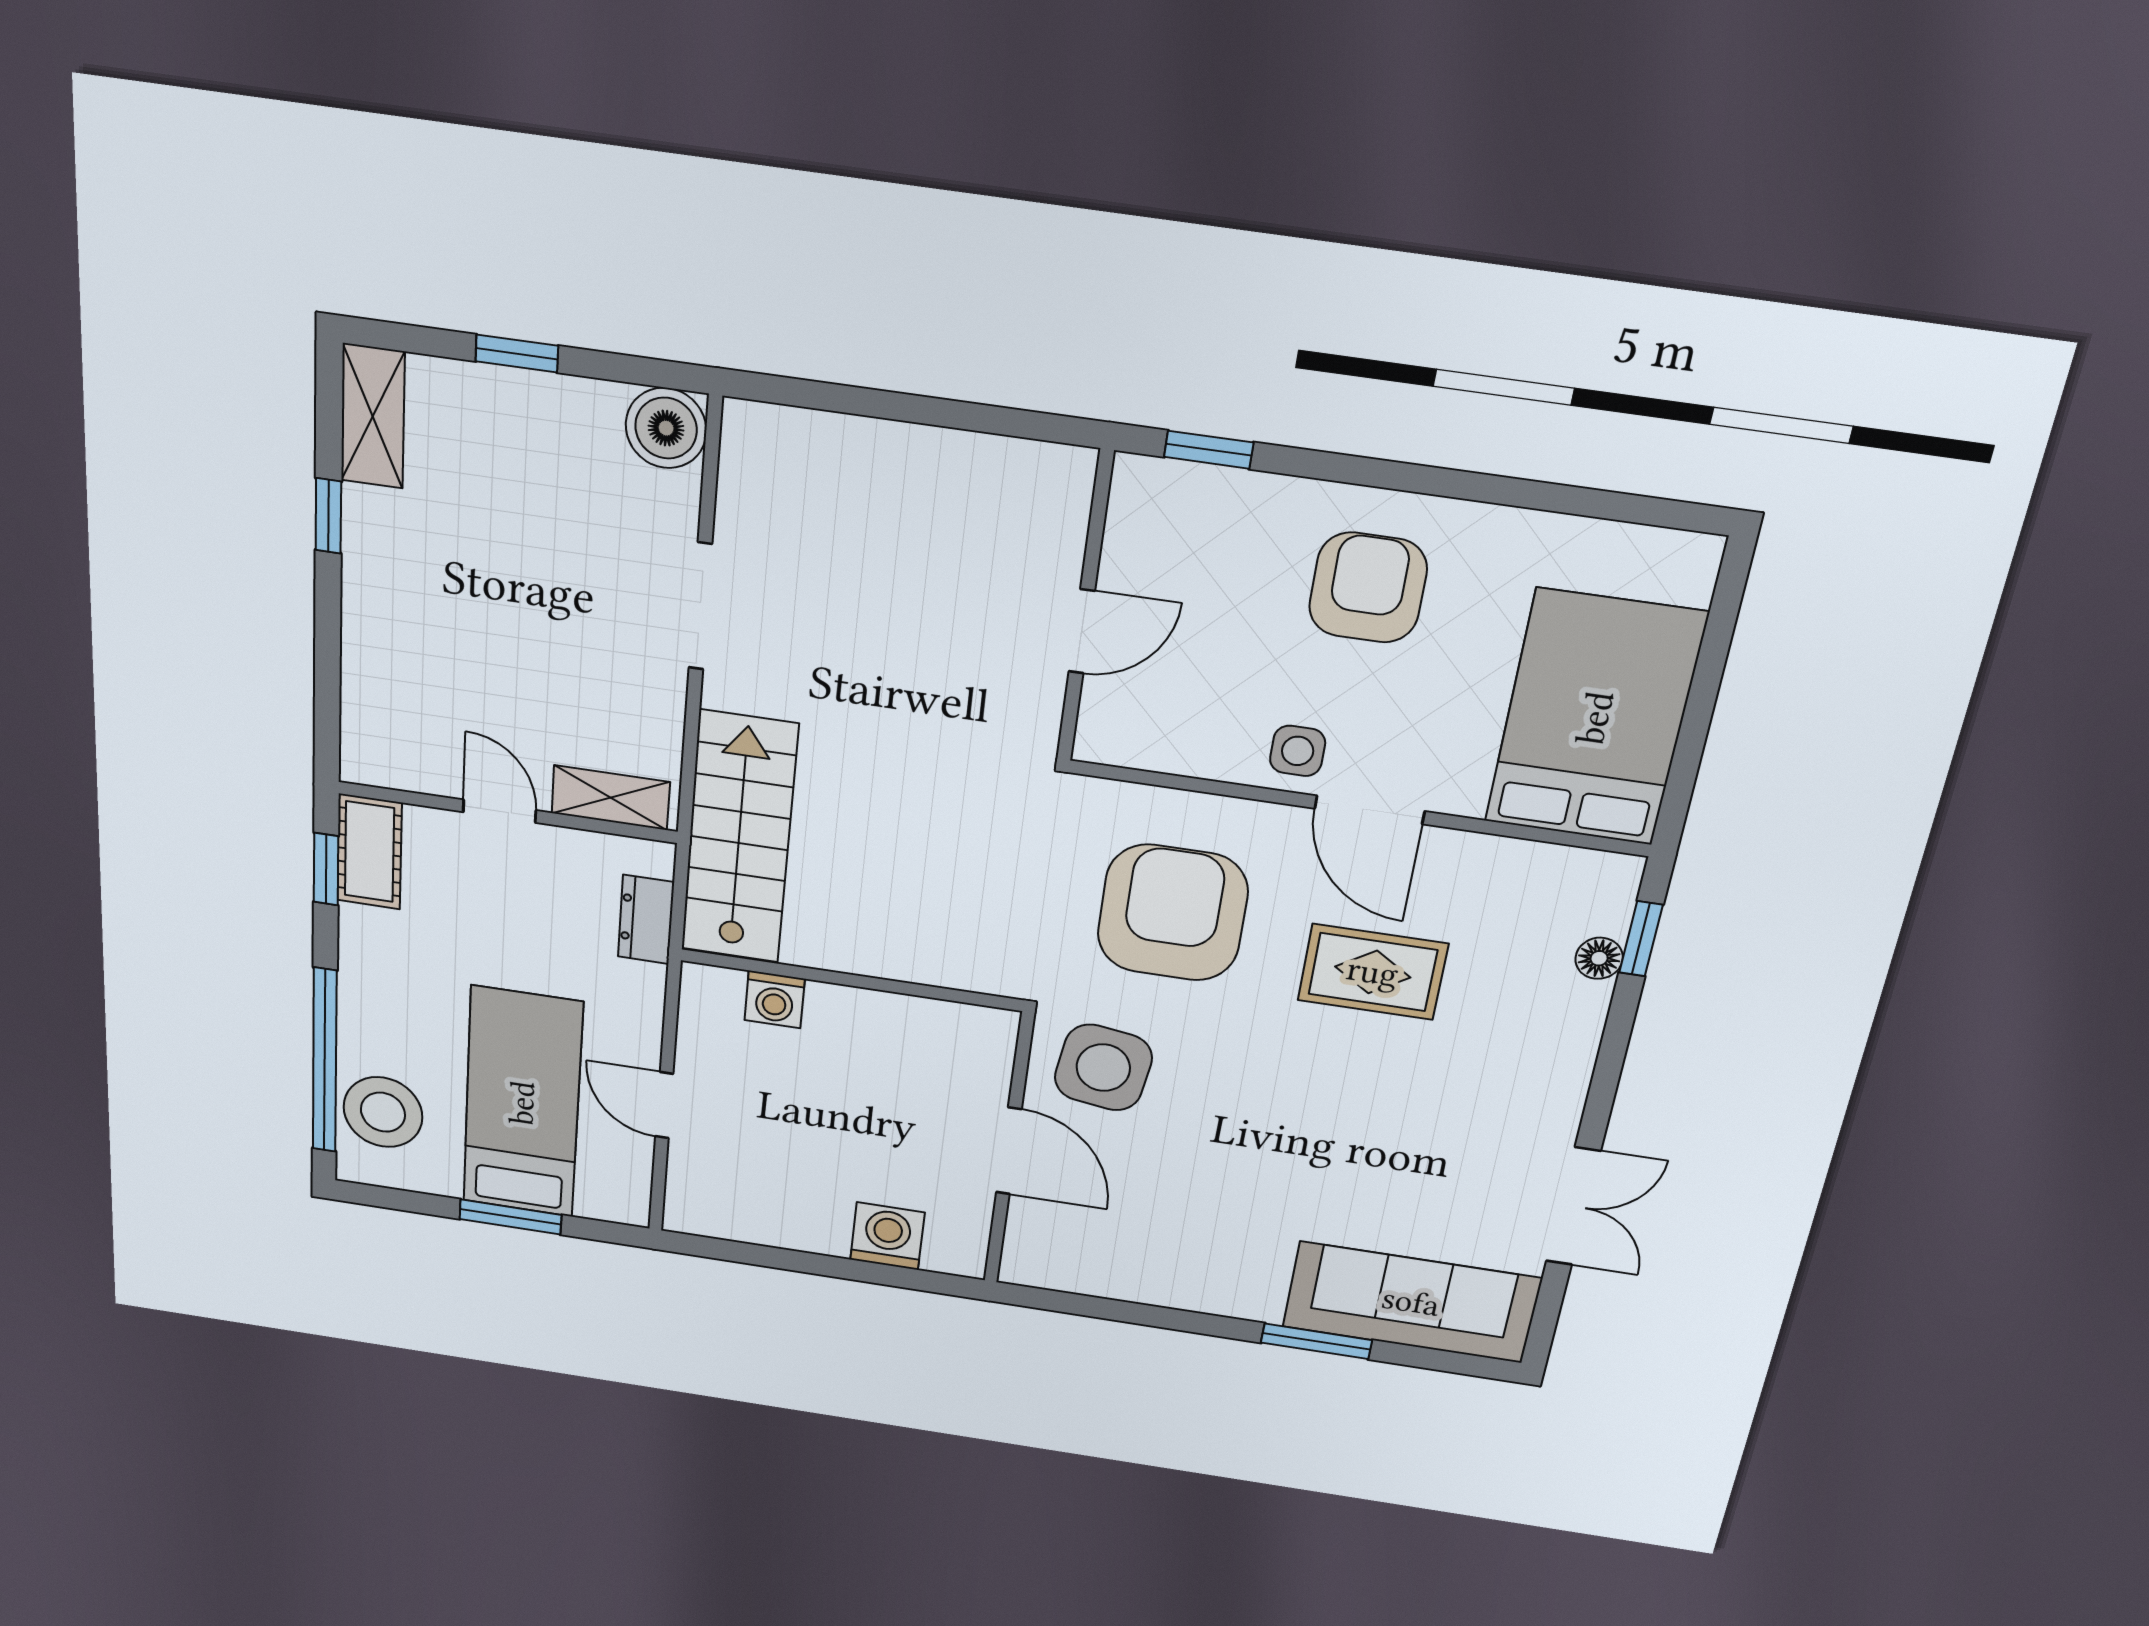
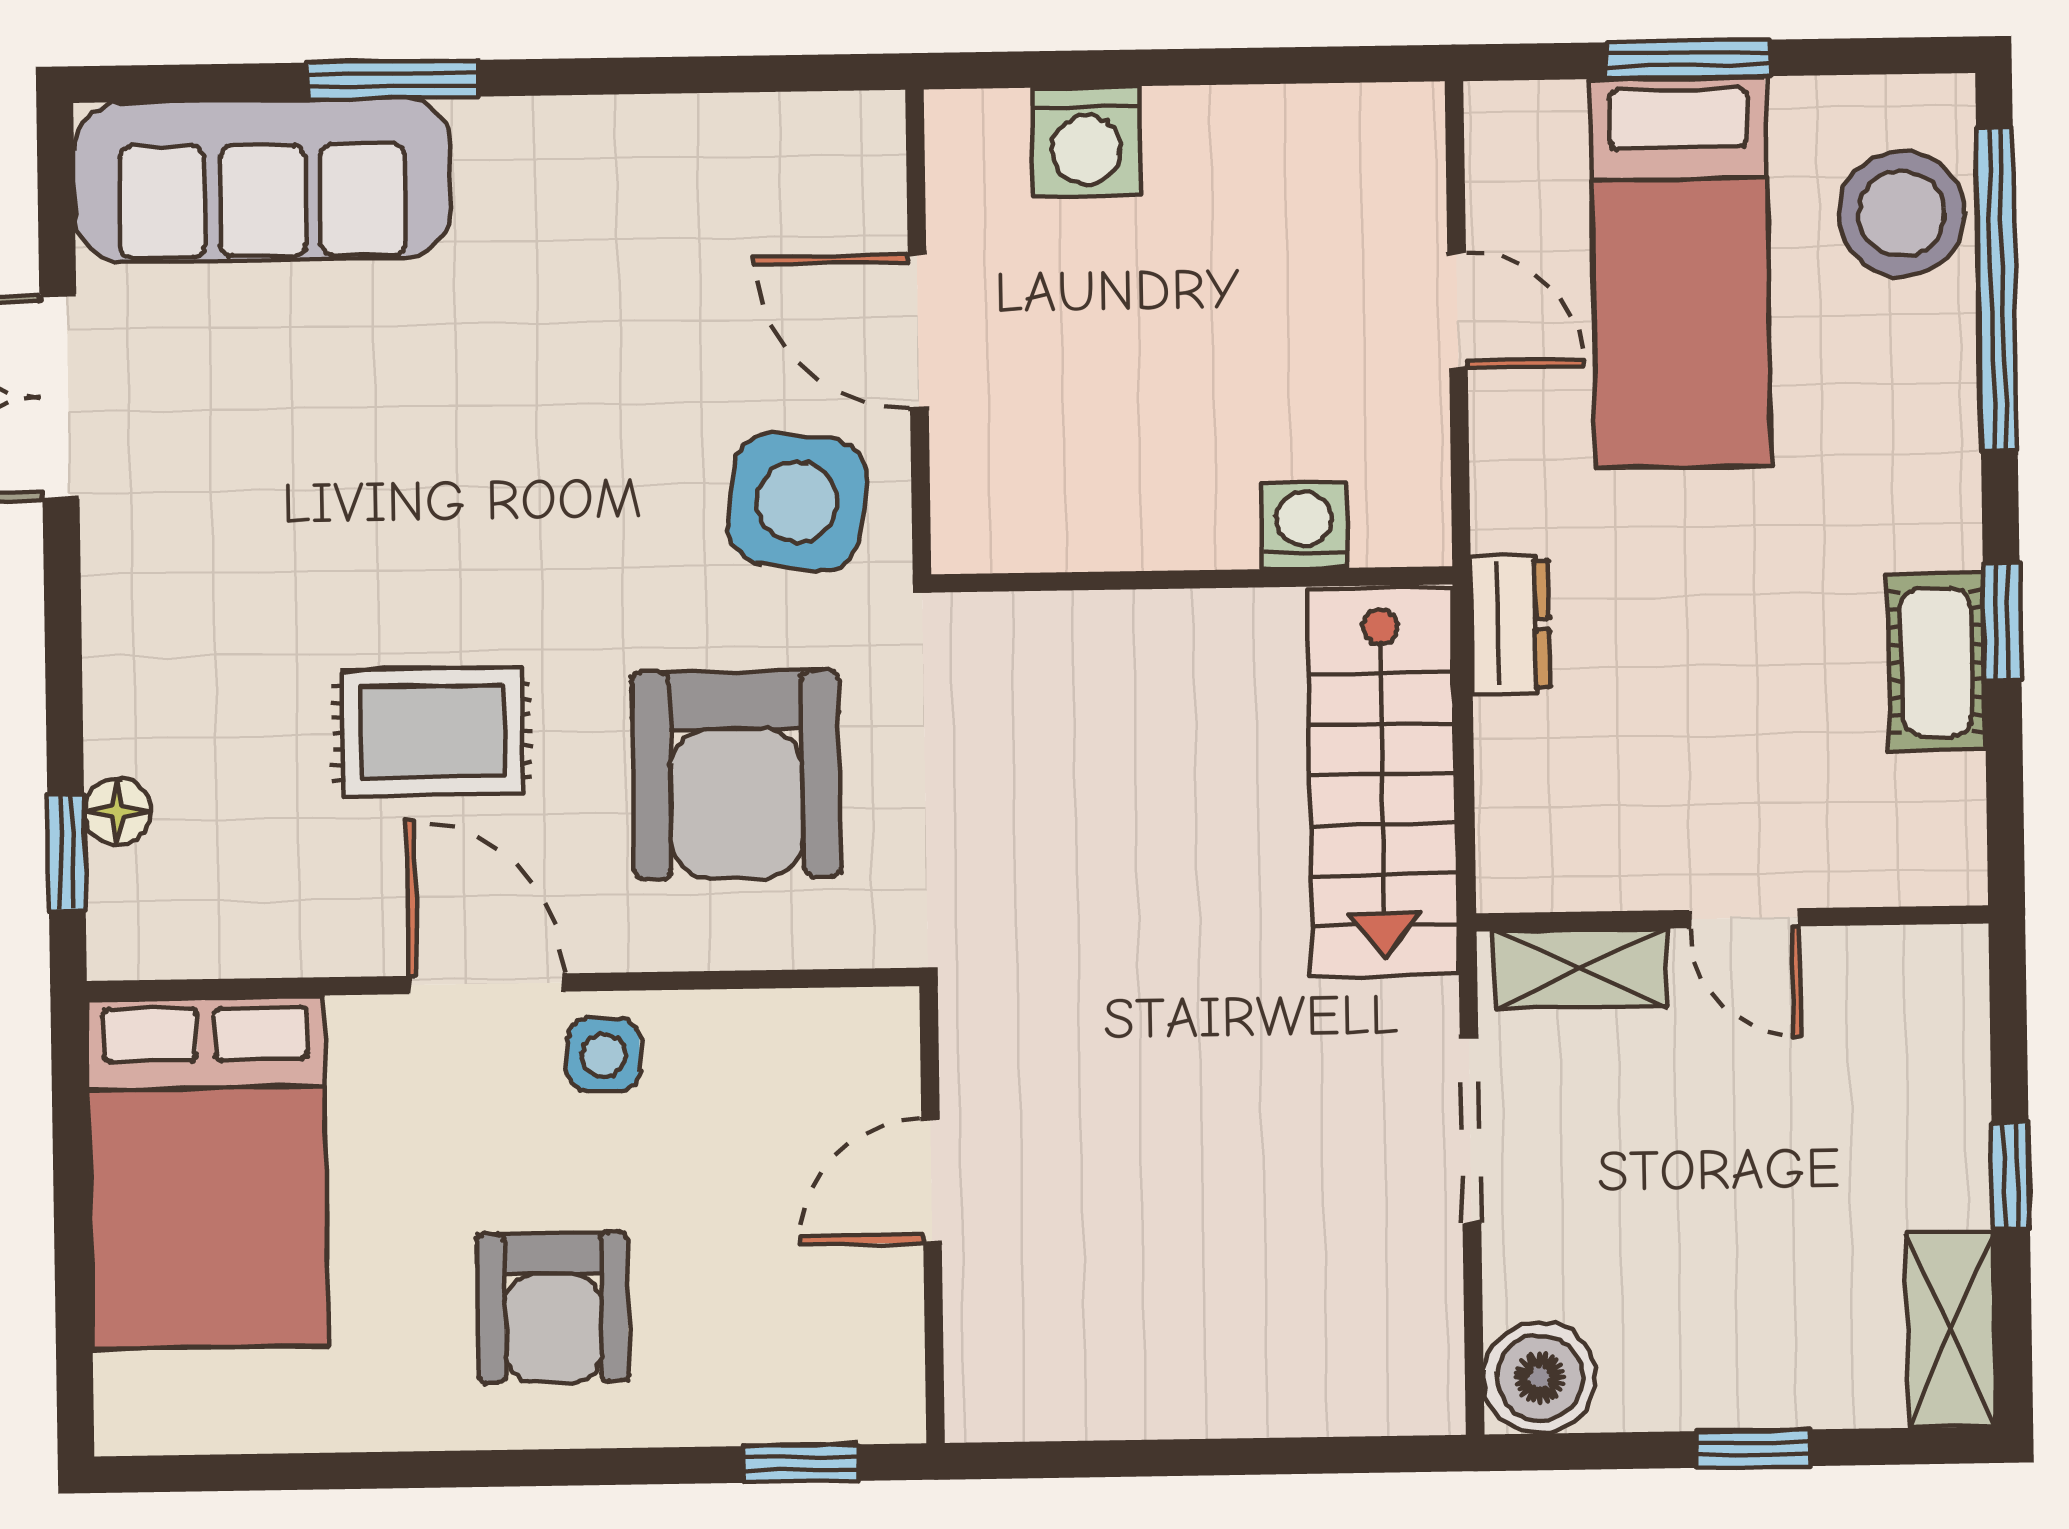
shelving: (611, 798) -> (1580, 969), moved
door: (499, 811) -> (1745, 918), moved
wall: (508, 812) -> (1732, 918), moved

